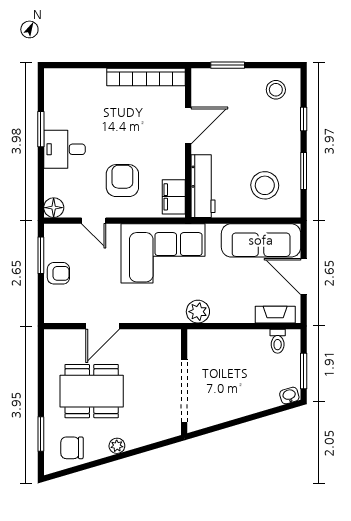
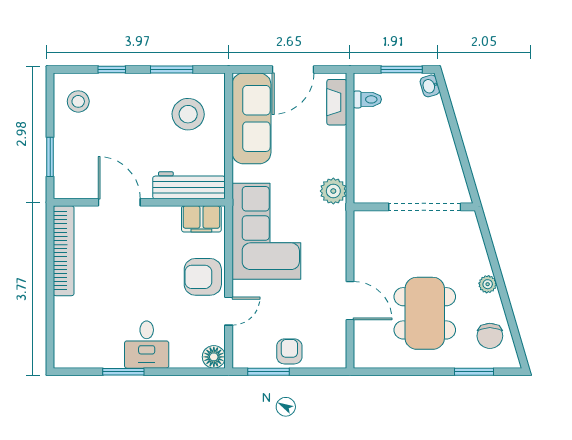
armchair: (122, 181) -> (203, 277), moved

